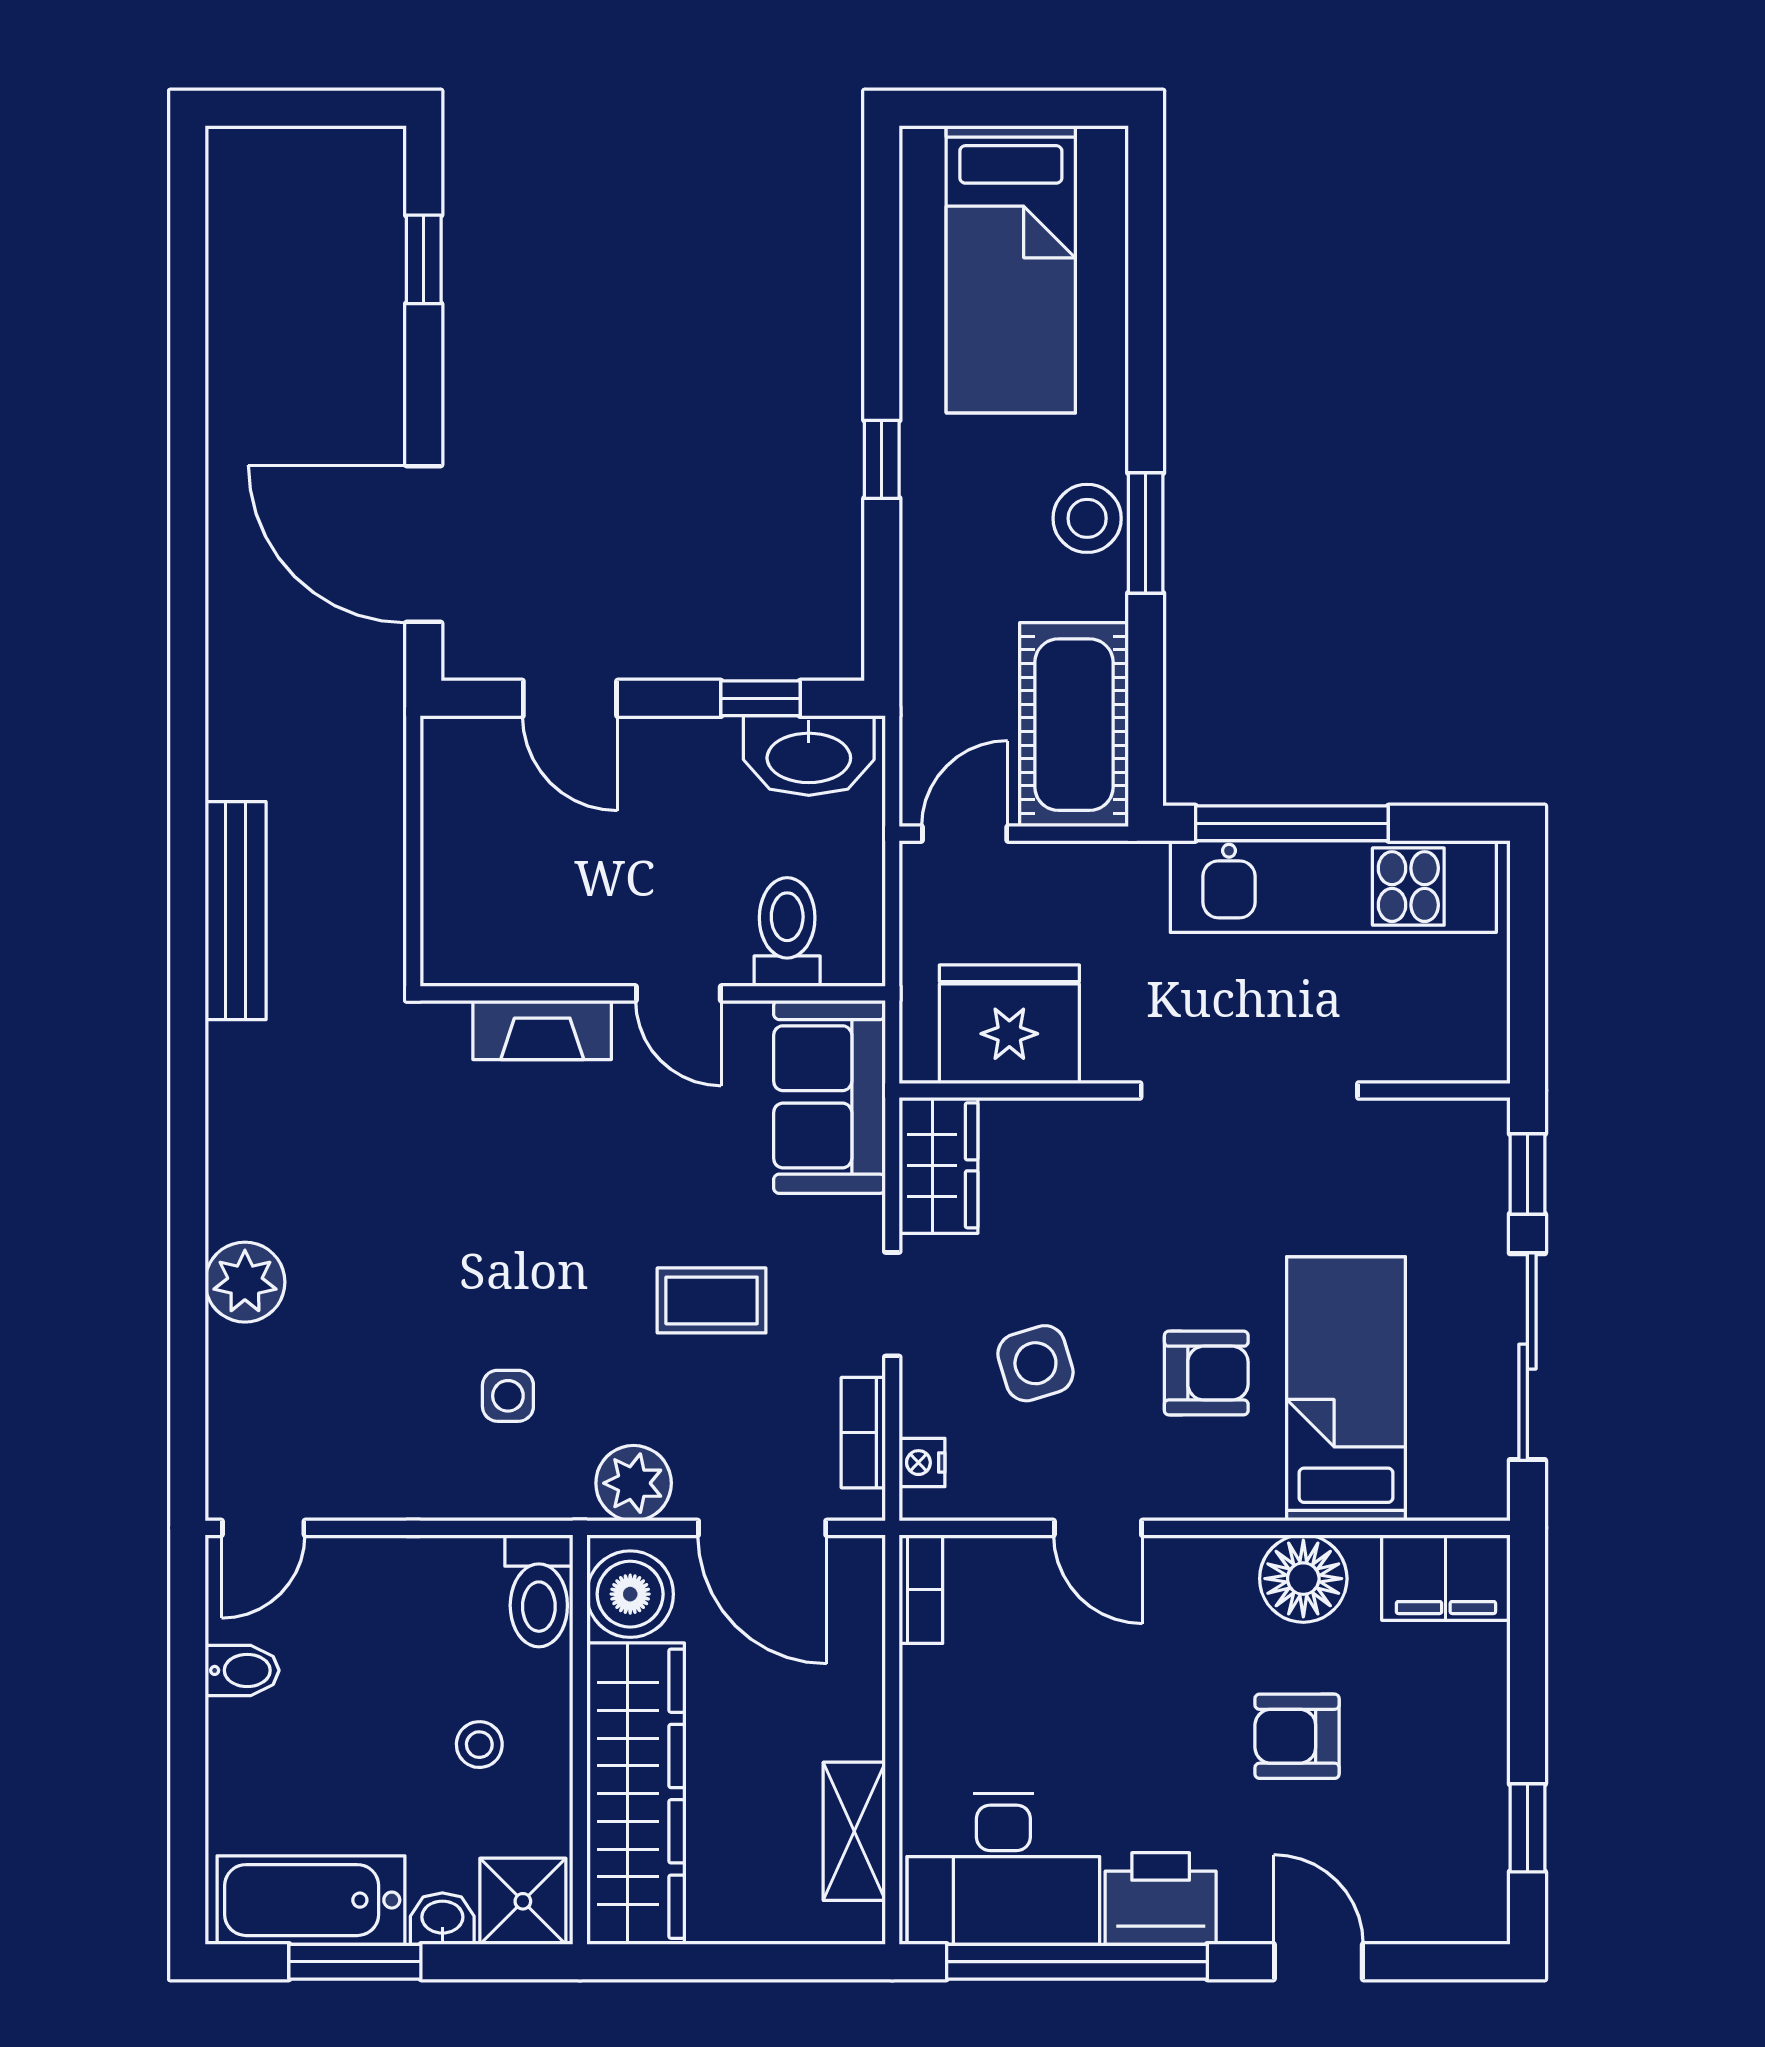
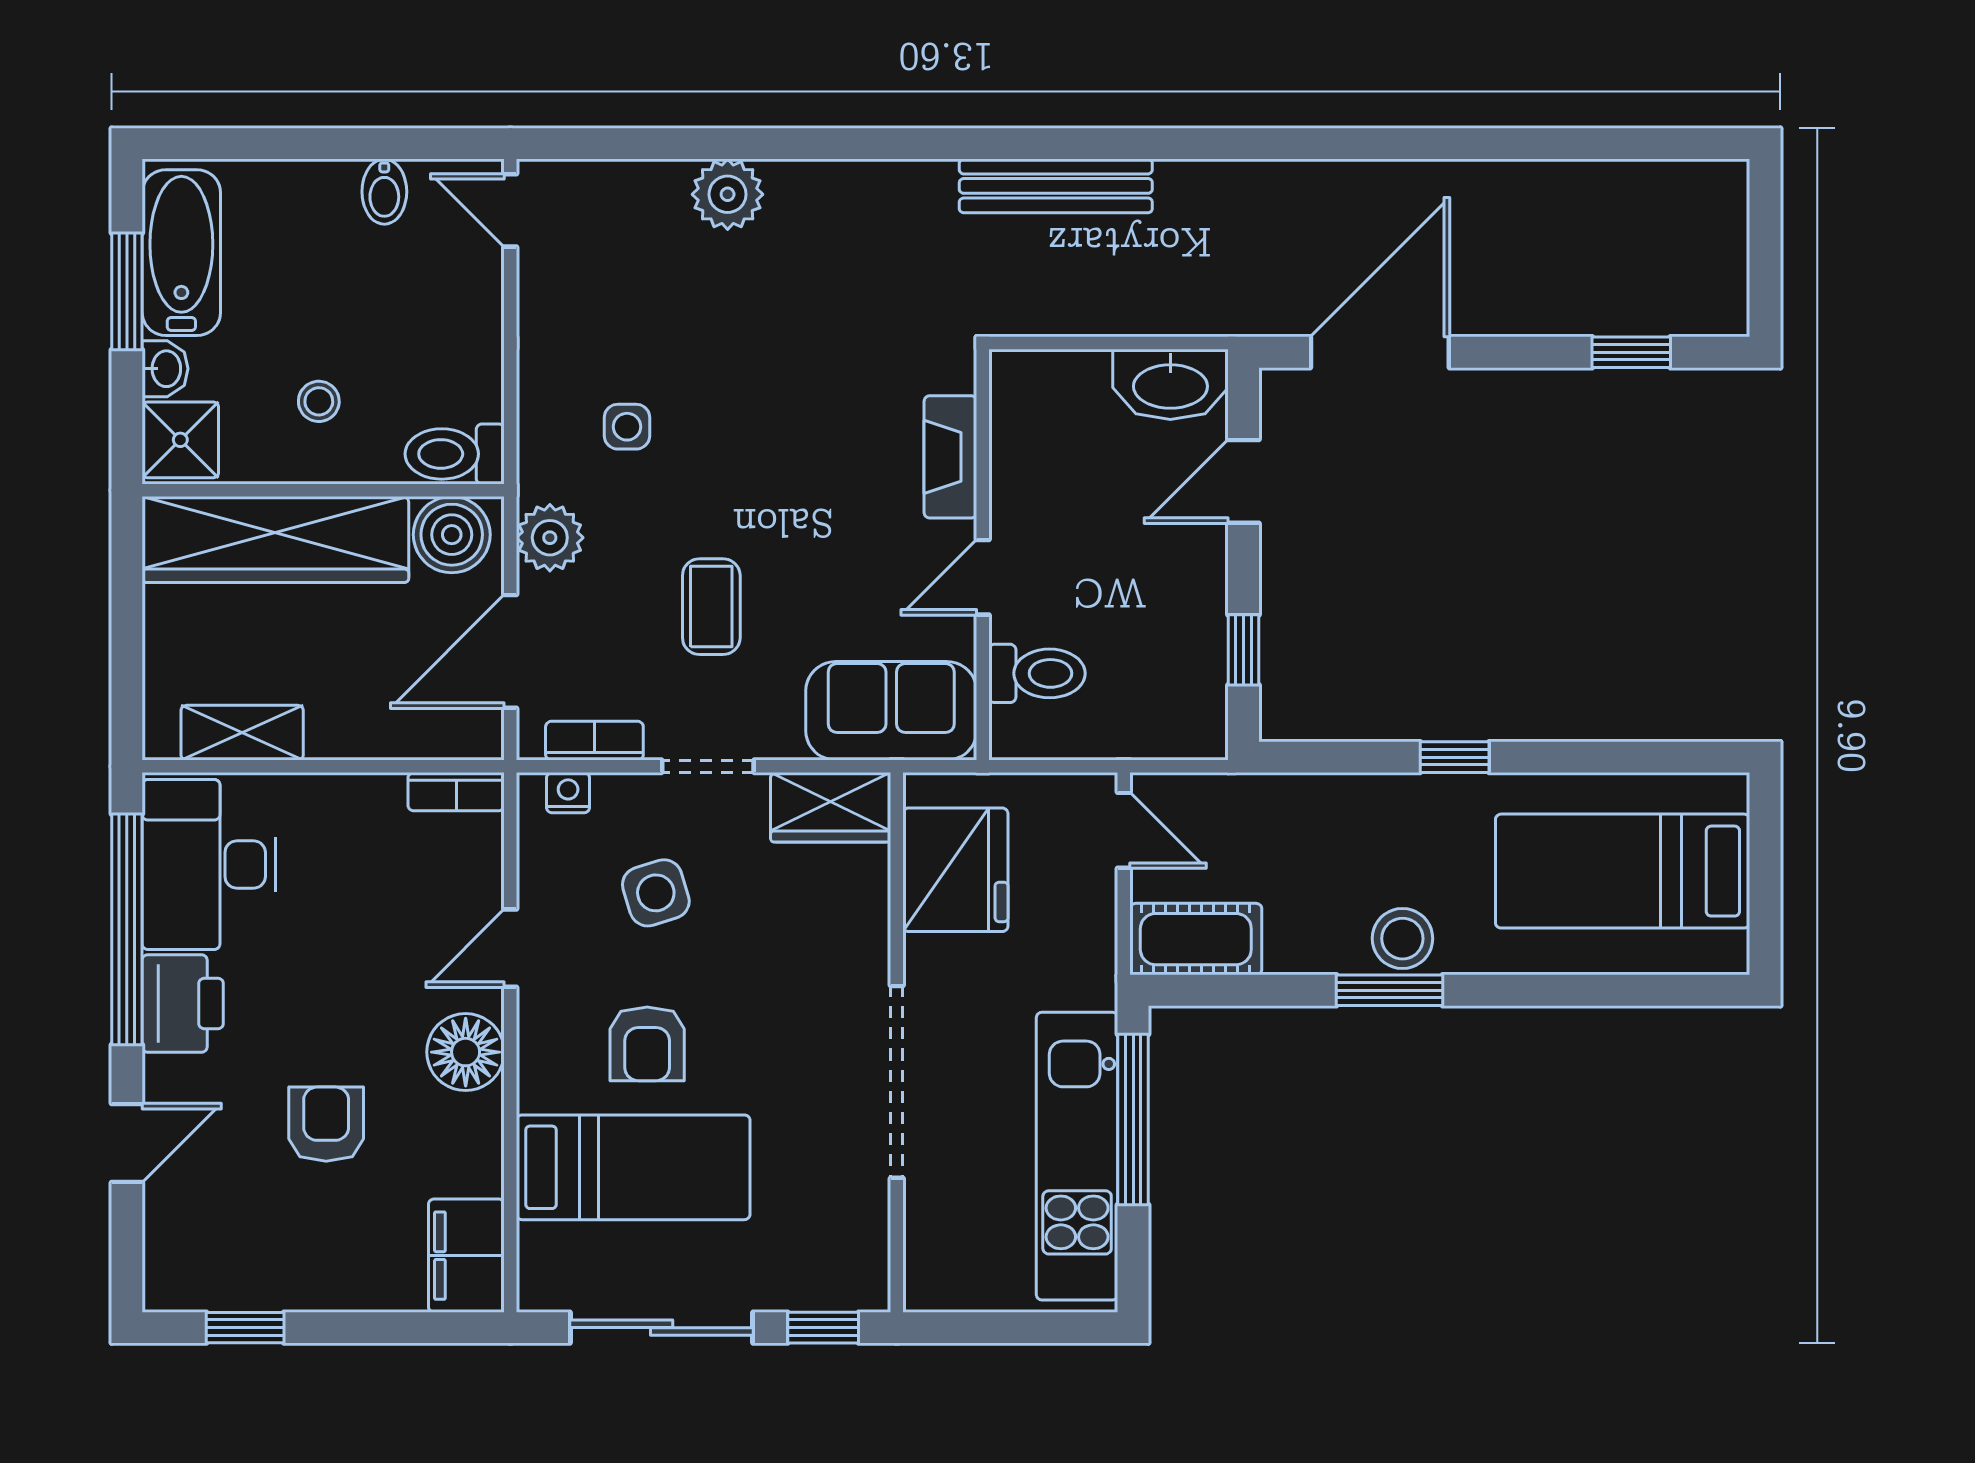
cot: (1074, 725) -> (1196, 939), width x0.73, depth x0.75
washbasin: (809, 756) -> (1170, 384), moved, turned -90
floor lamp: (1303, 1579) -> (466, 1052), moved

